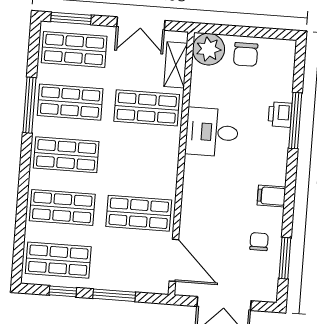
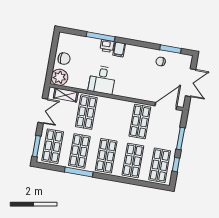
printer: (280, 115) -> (107, 46), moved
filing cabinet: (271, 196) -> (119, 49), moved

